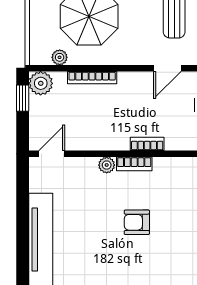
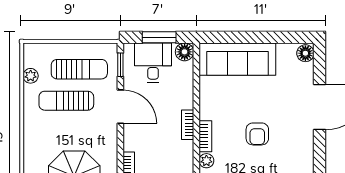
door: (167, 68) -> (120, 107), width x1.38

